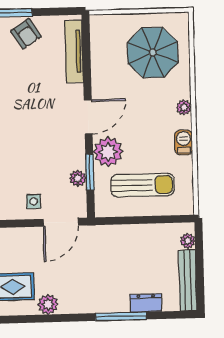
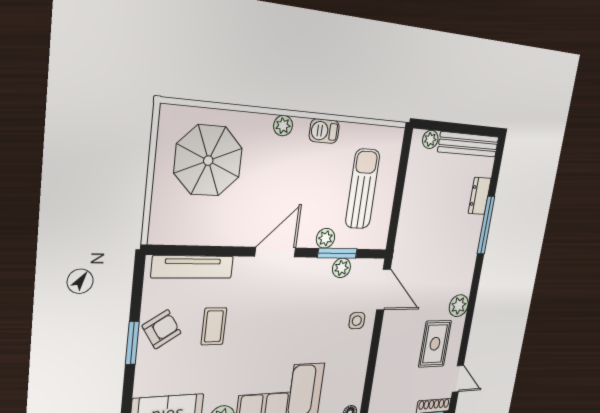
coffee table: (28, 75) -> (214, 326), added
door: (88, 117) -> (275, 252), hinge flipped
plant: (108, 152) -> (325, 238), width x0.53, depth x0.53

